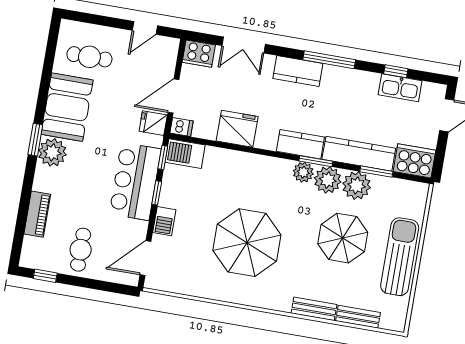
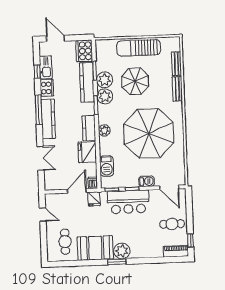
cooker: (199, 54) -> (47, 88), moved
kitchen counter: (298, 71) -> (48, 119), width x1.50
door: (173, 96) -> (77, 191), swing flipped
kitchen counter: (300, 144) -> (89, 128), moved
barbecue: (185, 154) -> (107, 166), moved
plant: (303, 172) -> (104, 130), moved
piano: (37, 214) -> (176, 251), moved
parasol: (247, 243) -> (149, 133), width x1.36, depth x1.36

